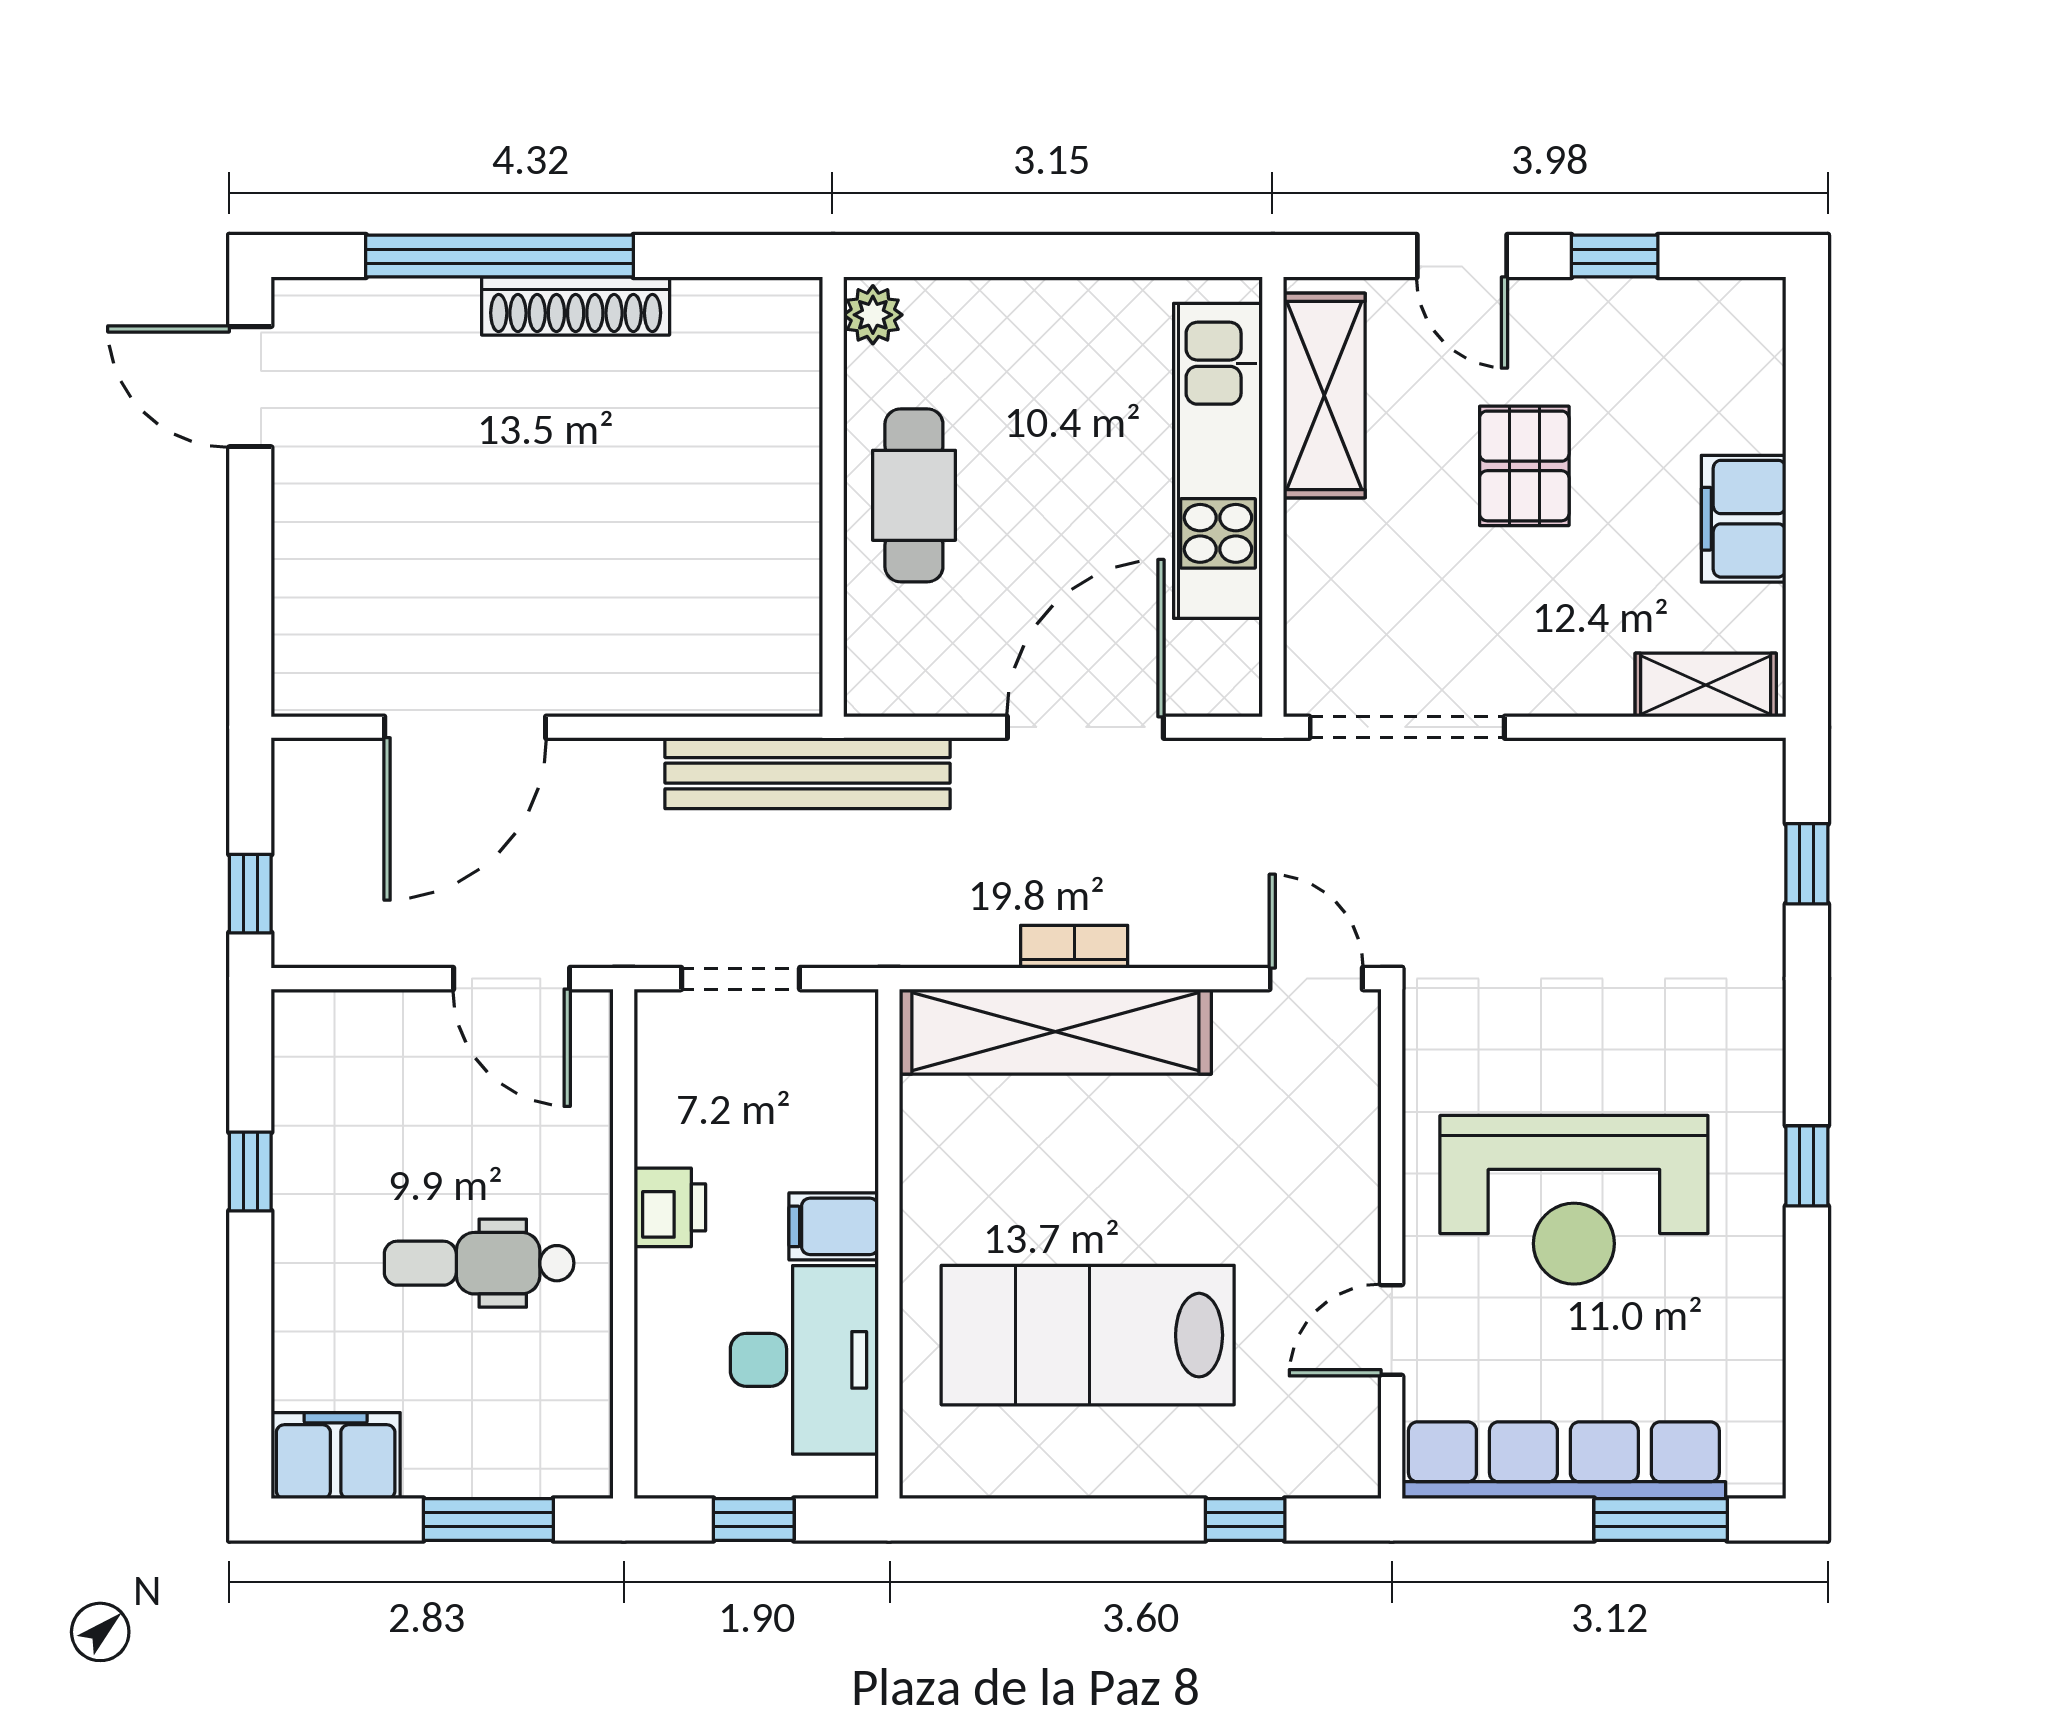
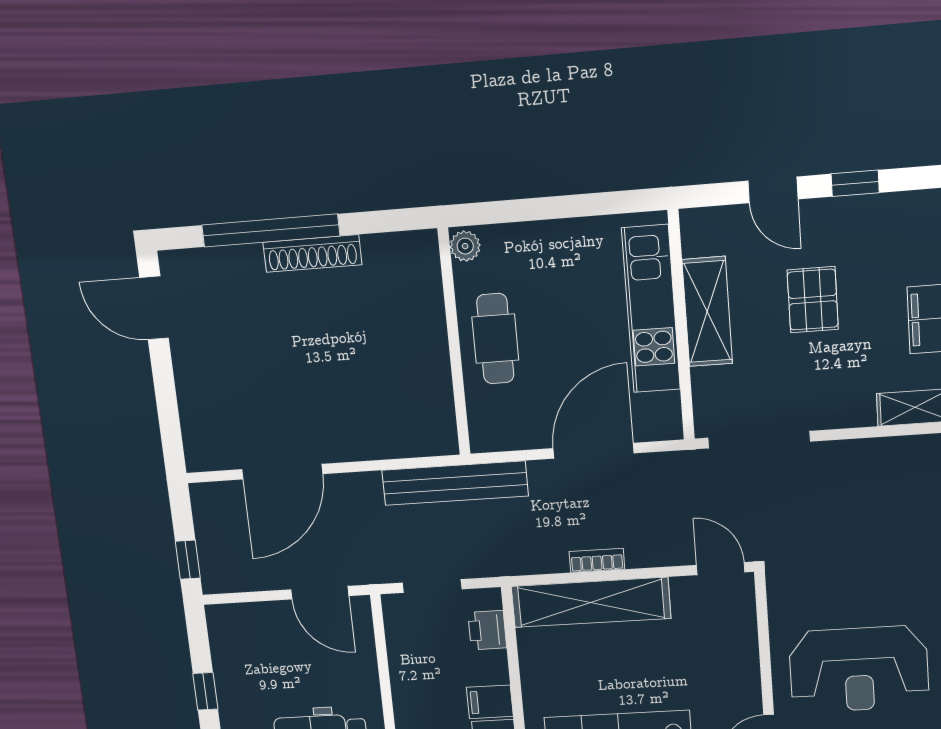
shelving: (1324, 396) -> (707, 312), moved
printer: (670, 1207) -> (487, 630), moved, turned 180

